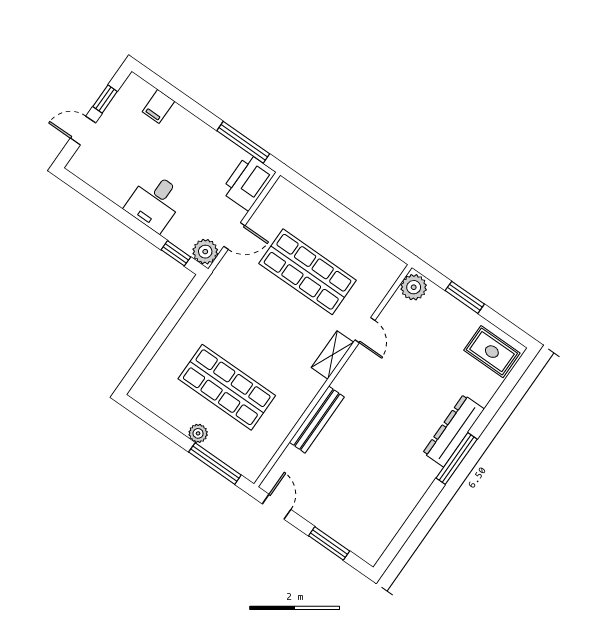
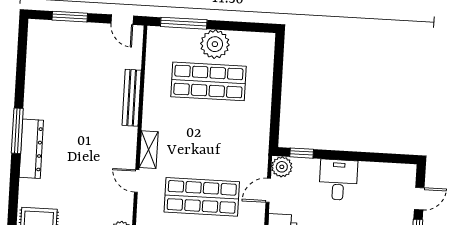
plant: (198, 433) -> (215, 44), width x1.87, depth x1.87

